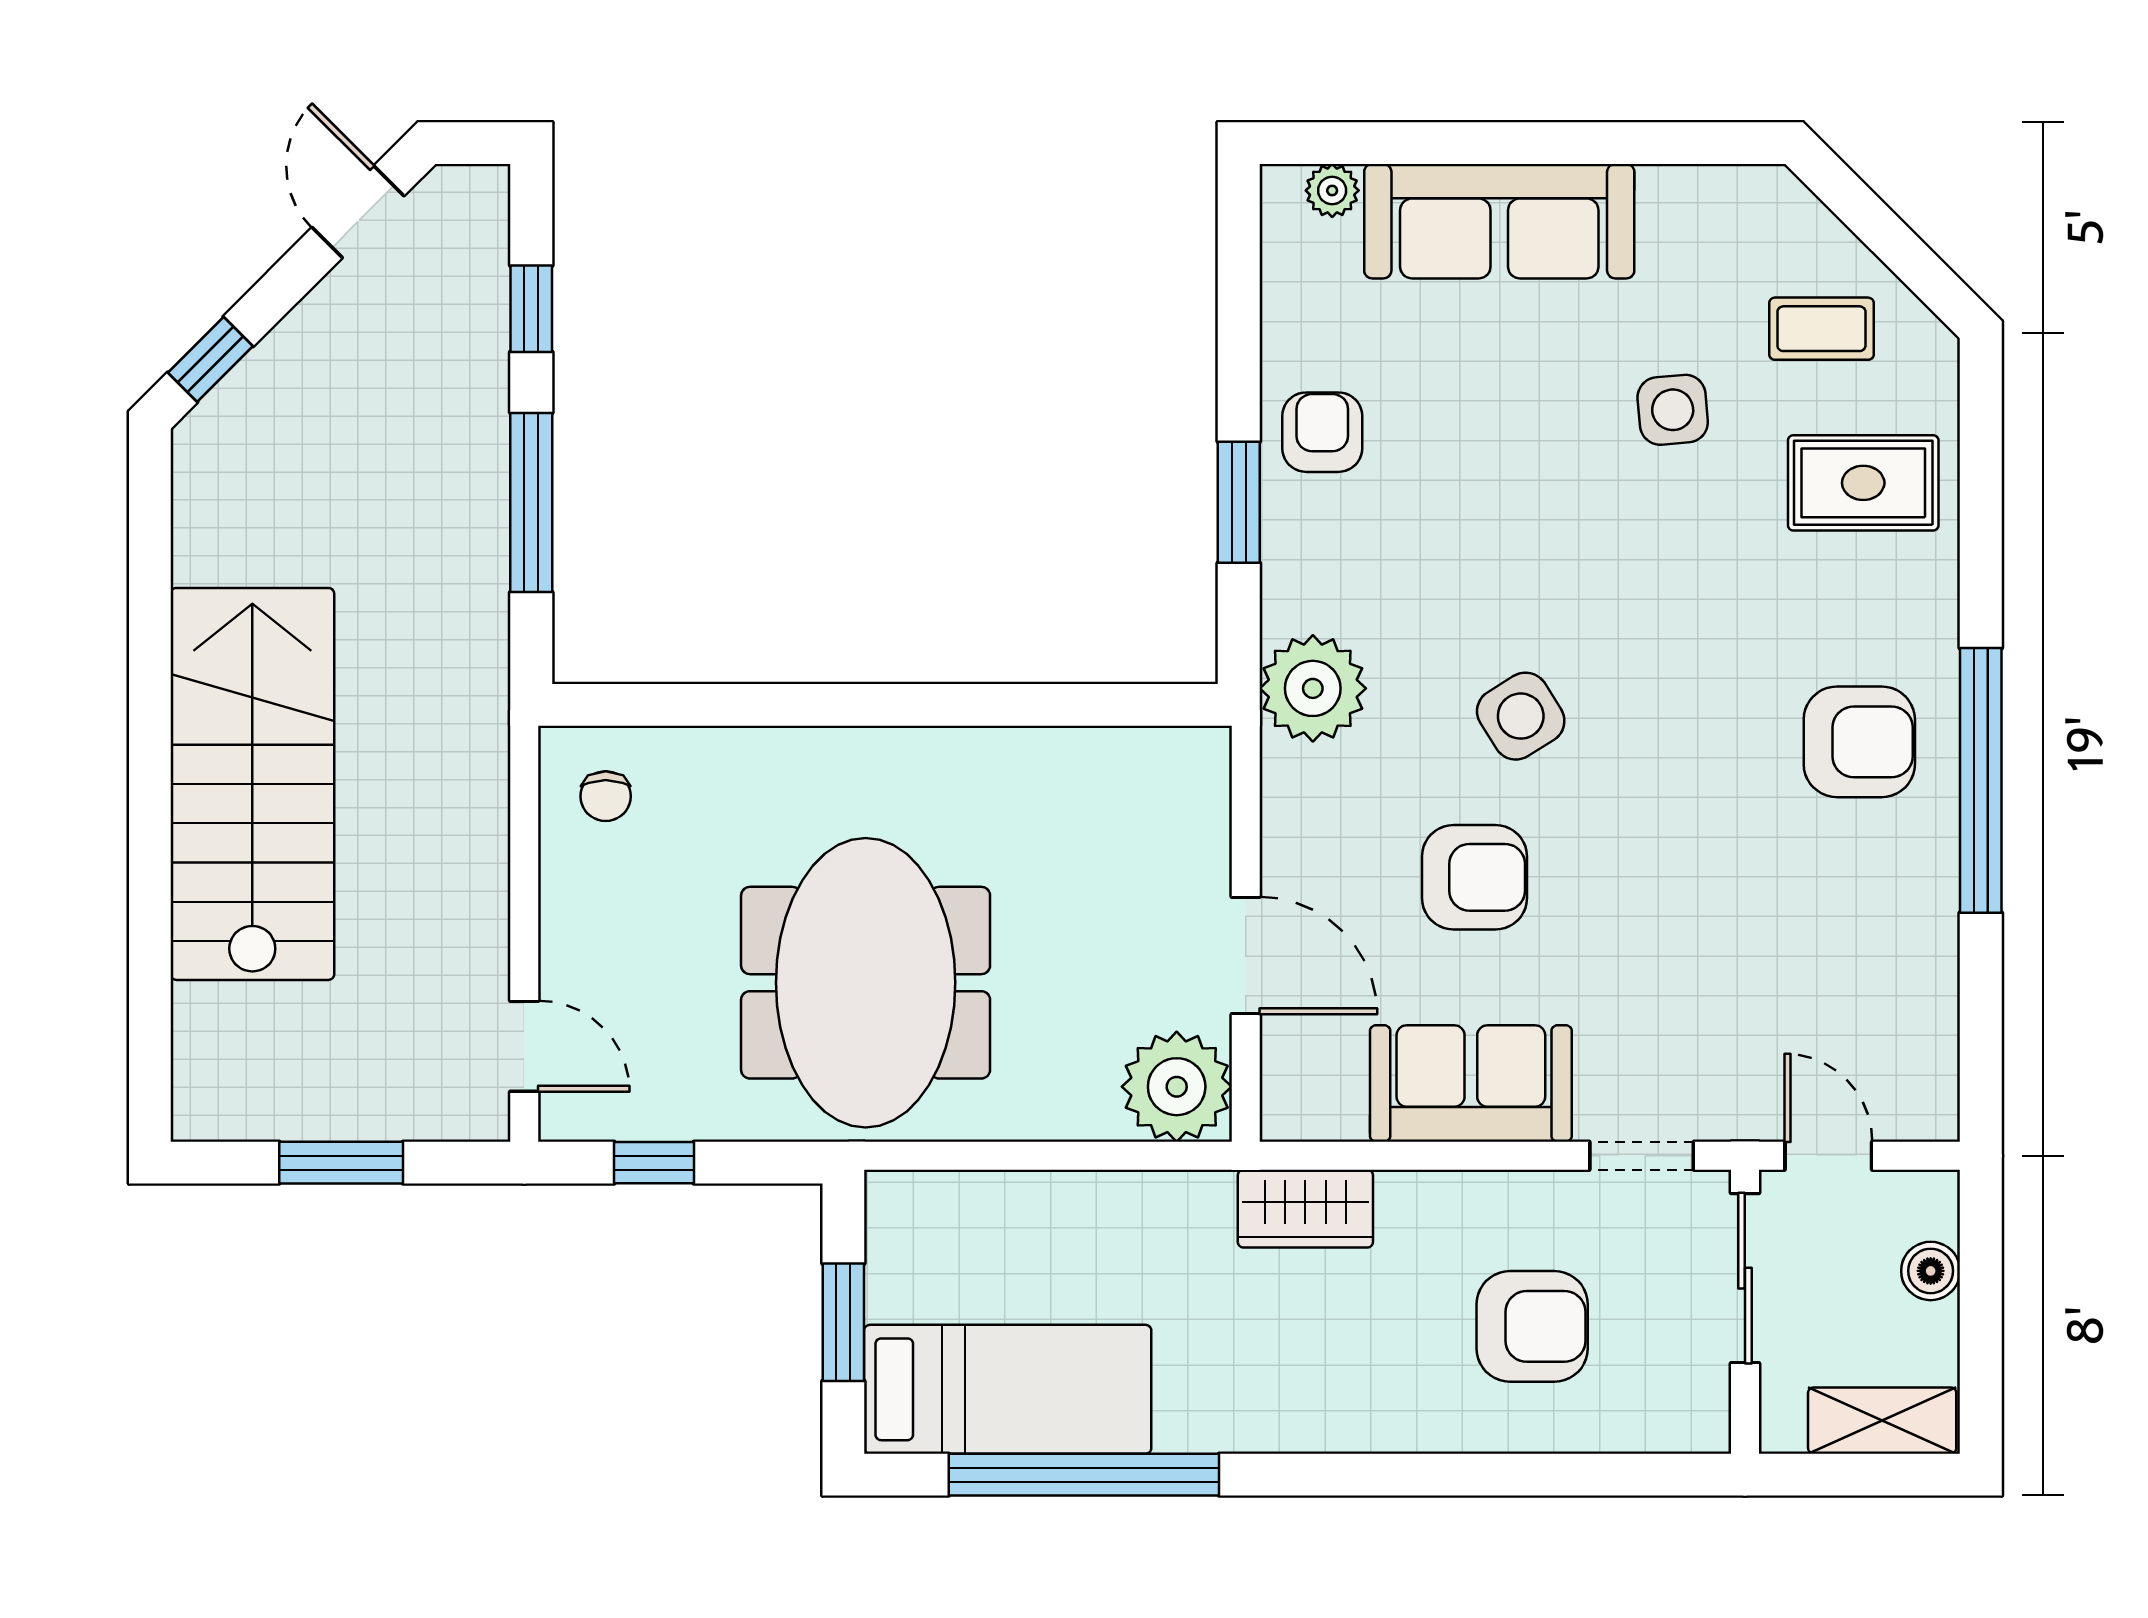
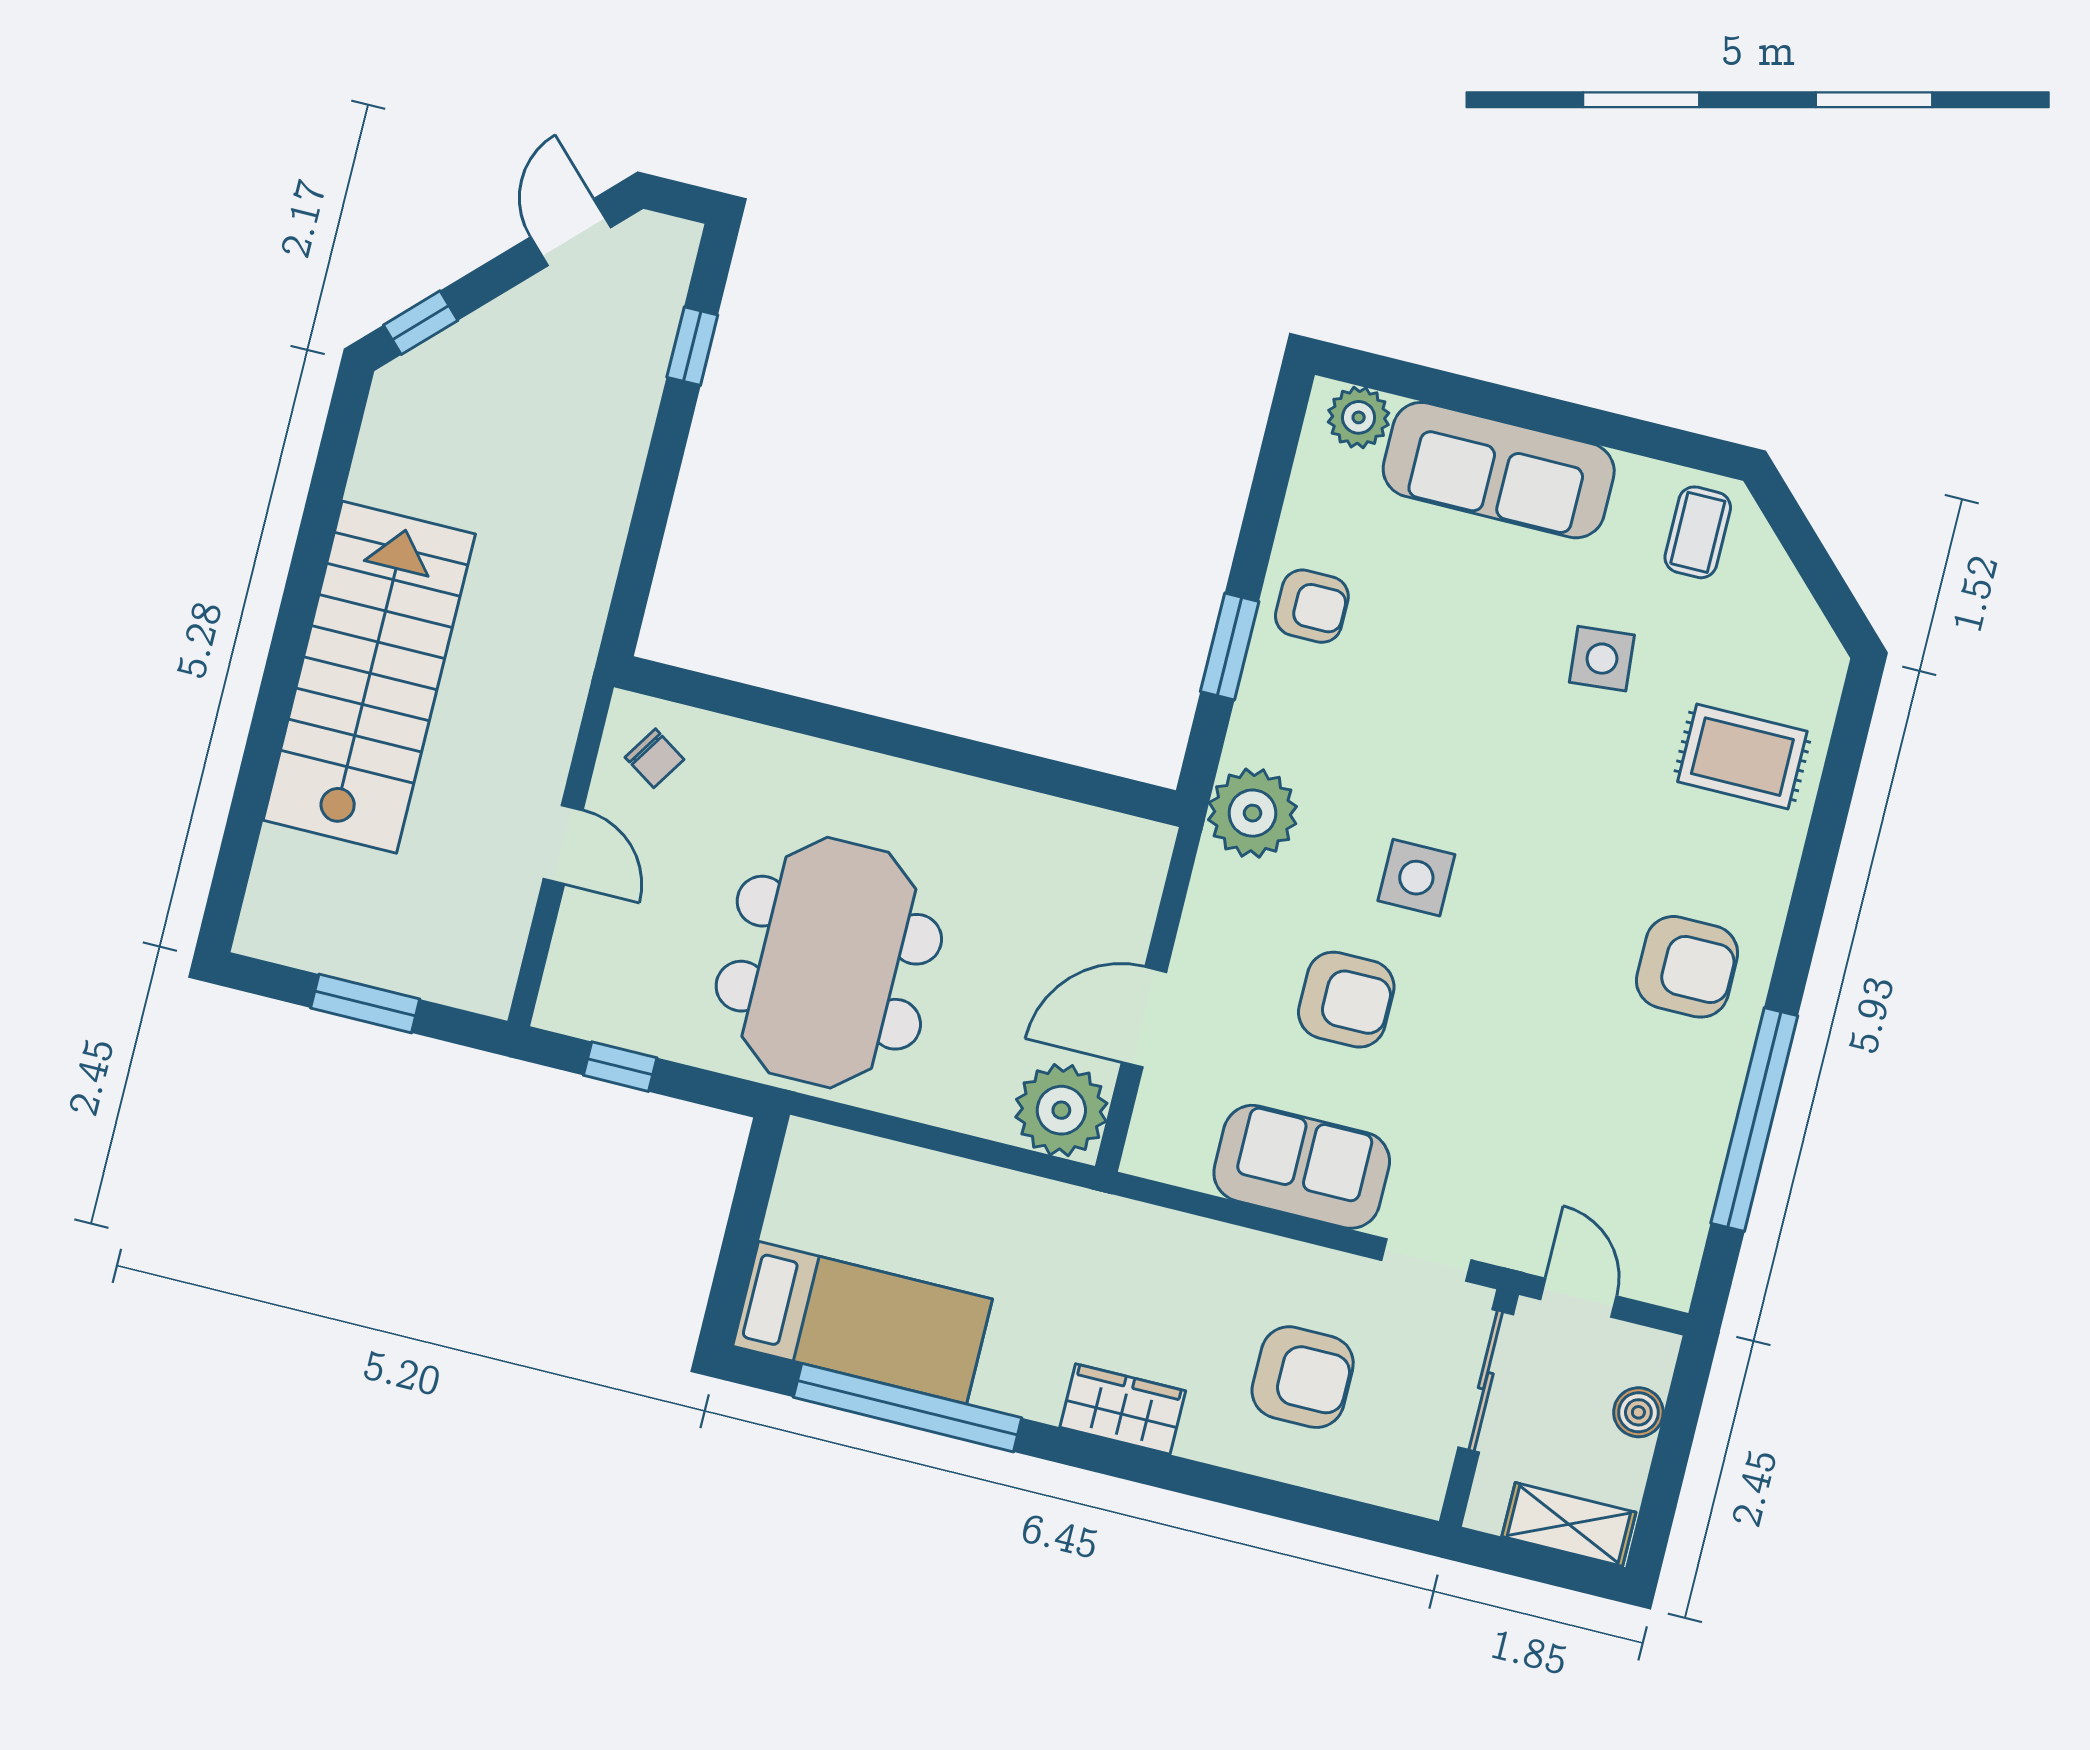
plant: (1332, 190) -> (1359, 417), width x1.38, depth x1.38
coffee table: (1821, 329) -> (1698, 532), moved, turned 90
armchair: (1322, 432) -> (1312, 606), turned 90
window: (531, 503) -> (653, 504), removed
side table: (1521, 716) -> (1416, 878), turned 32
window: (1981, 780) -> (1754, 1119), moved
chair: (606, 796) -> (655, 758), turned -57
door: (1246, 956) -> (1144, 1017), swing flipped
door: (524, 1046) -> (563, 844), moved
wardrobe: (1305, 1209) -> (1123, 1409), moved, turned 180
window: (843, 1322) -> (742, 1235), removed

